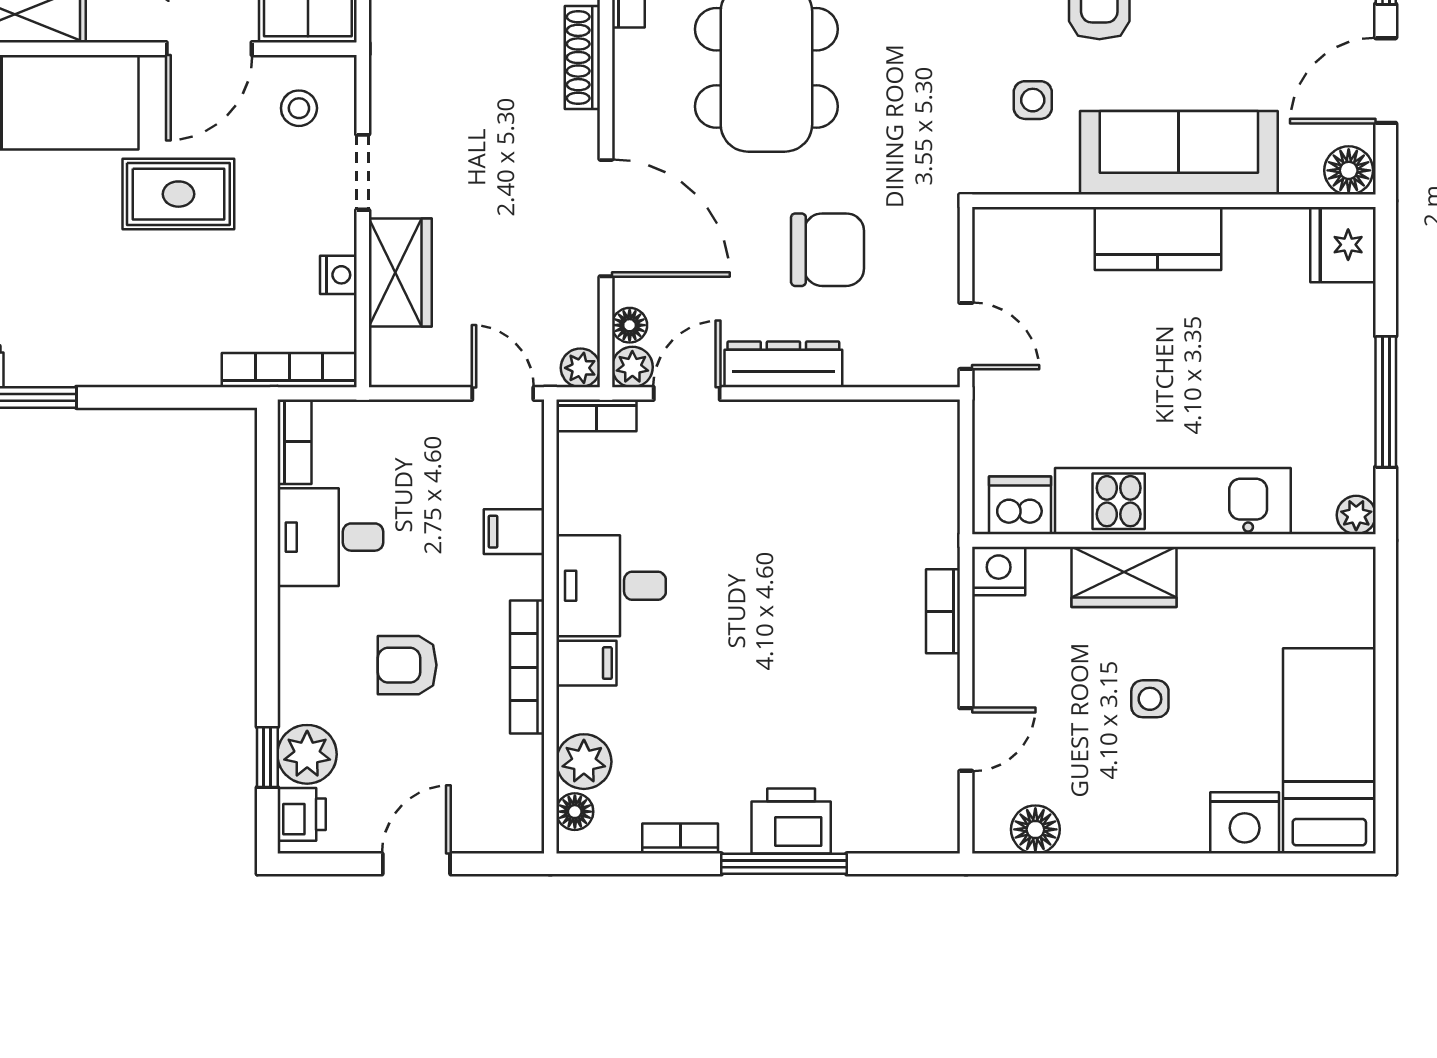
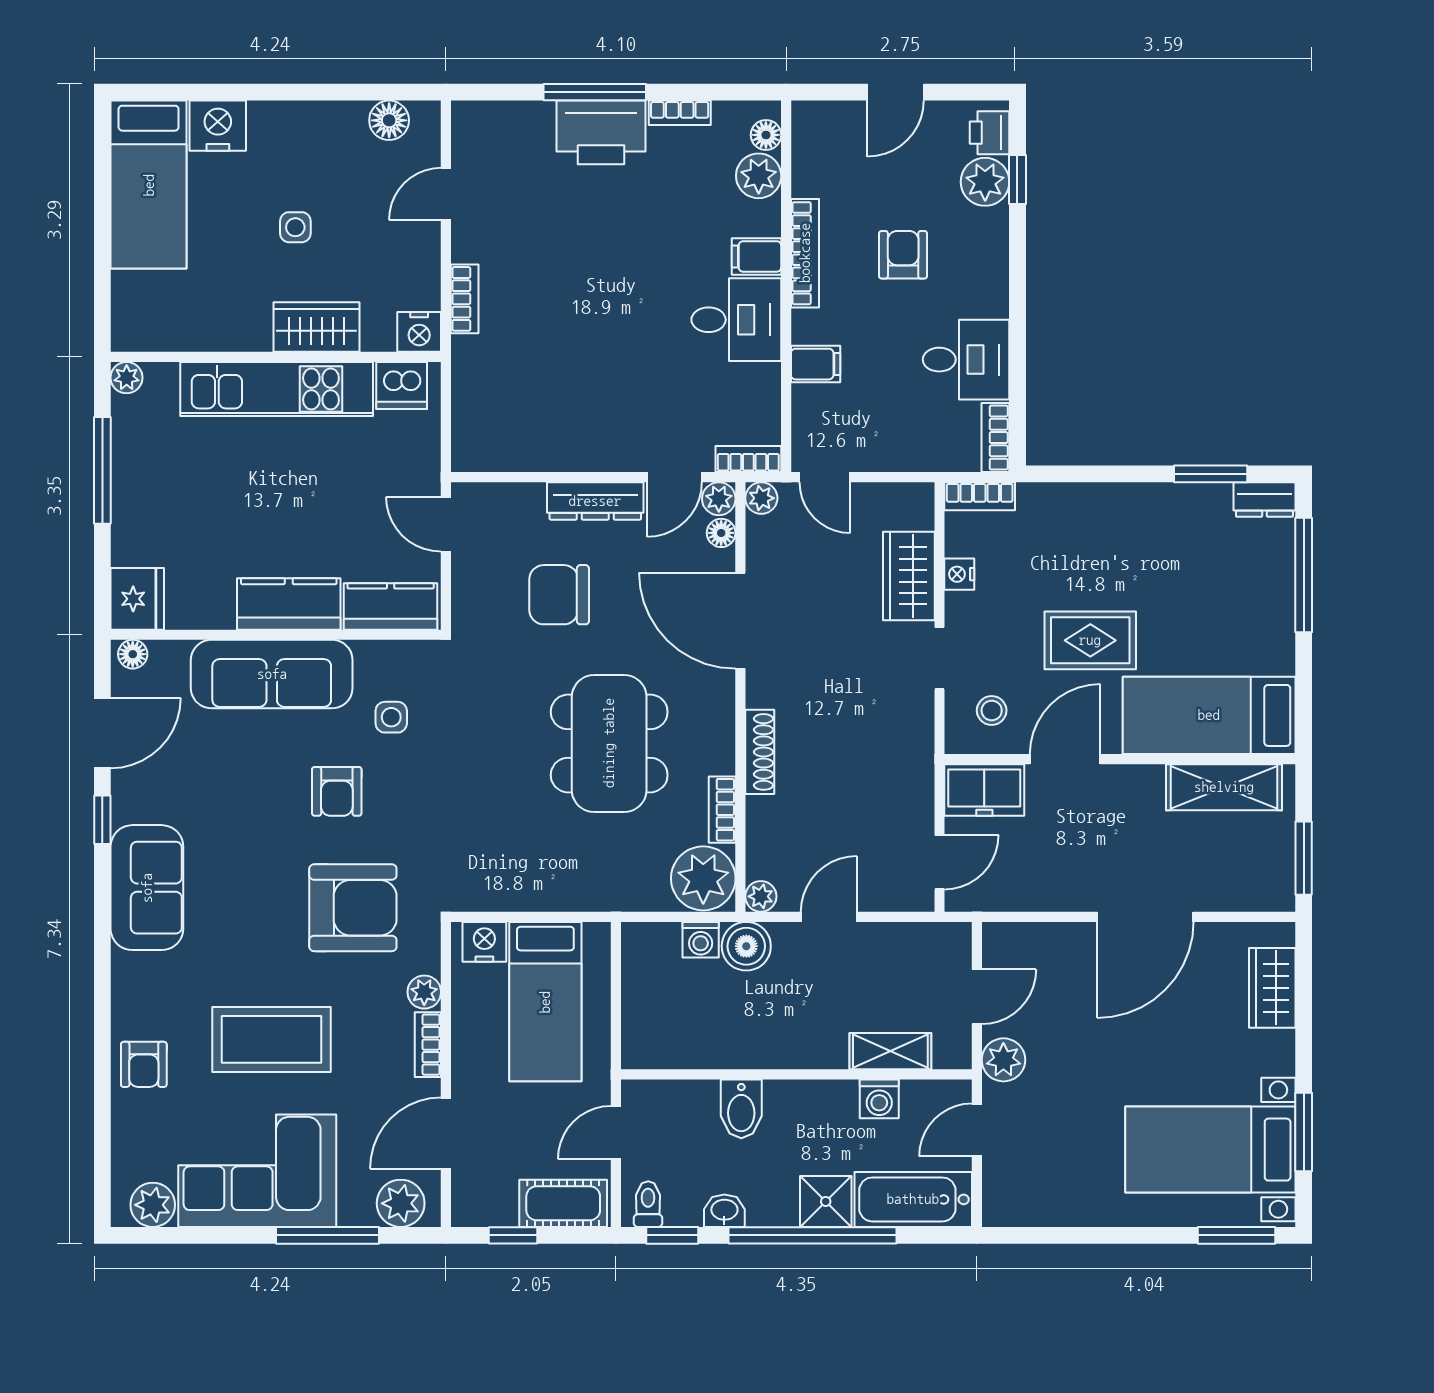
floor lamp: (1349, 170) -> (133, 654), width x0.73, depth x0.73
kitchen counter: (1034, 235) -> (391, 606), added
bookcase: (289, 370) -> (980, 496), width x0.64
armchair: (407, 665) -> (903, 255), turned -90
printer: (791, 821) -> (601, 132), width x1.37, depth x1.19

